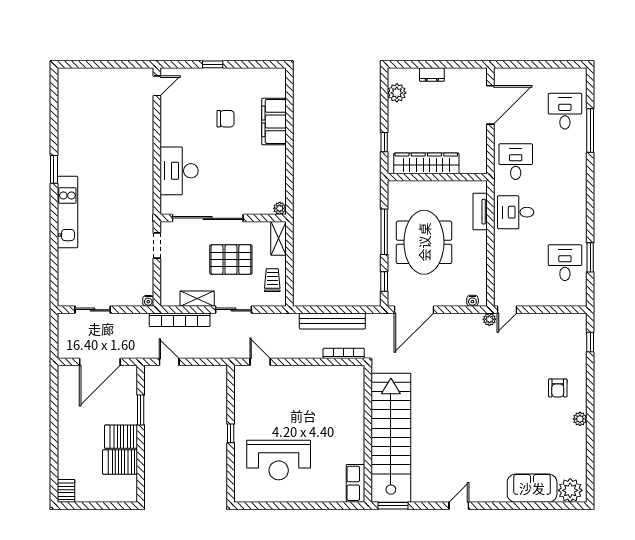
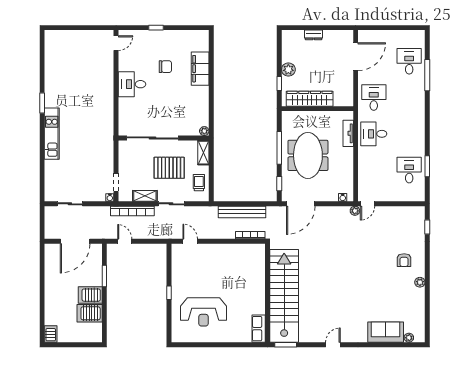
plant: (397, 93) -> (288, 70), moved
desk: (179, 171) -> (132, 84), moved, width x0.73
doorway: (157, 246) -> (116, 182), moved
plant: (570, 490) -> (409, 338), width x0.53, depth x0.53

